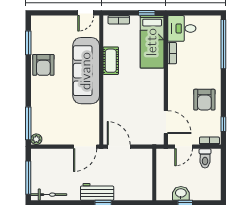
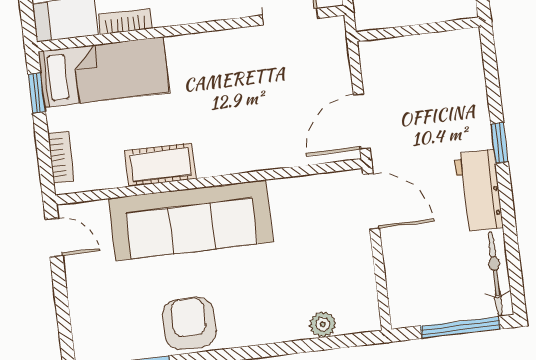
armchair: (43, 65) -> (189, 323), turned -90
window: (28, 123) -> (332, 343), removed
plant: (36, 139) -> (323, 324), moved
workbench: (97, 192) -> (478, 191), moved

